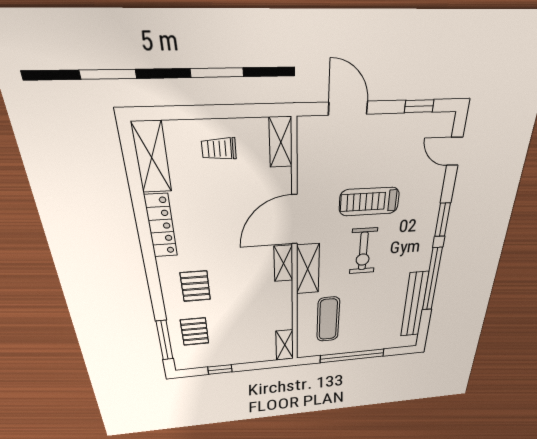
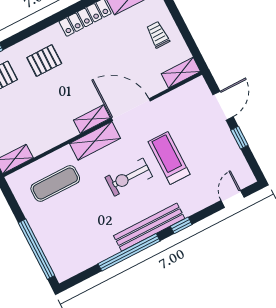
window: (419, 106) -> (239, 138), moved
window: (443, 220) -> (181, 225), width x0.67
bench: (414, 305) -> (149, 227), moved
window: (352, 356) -> (37, 249), moved

